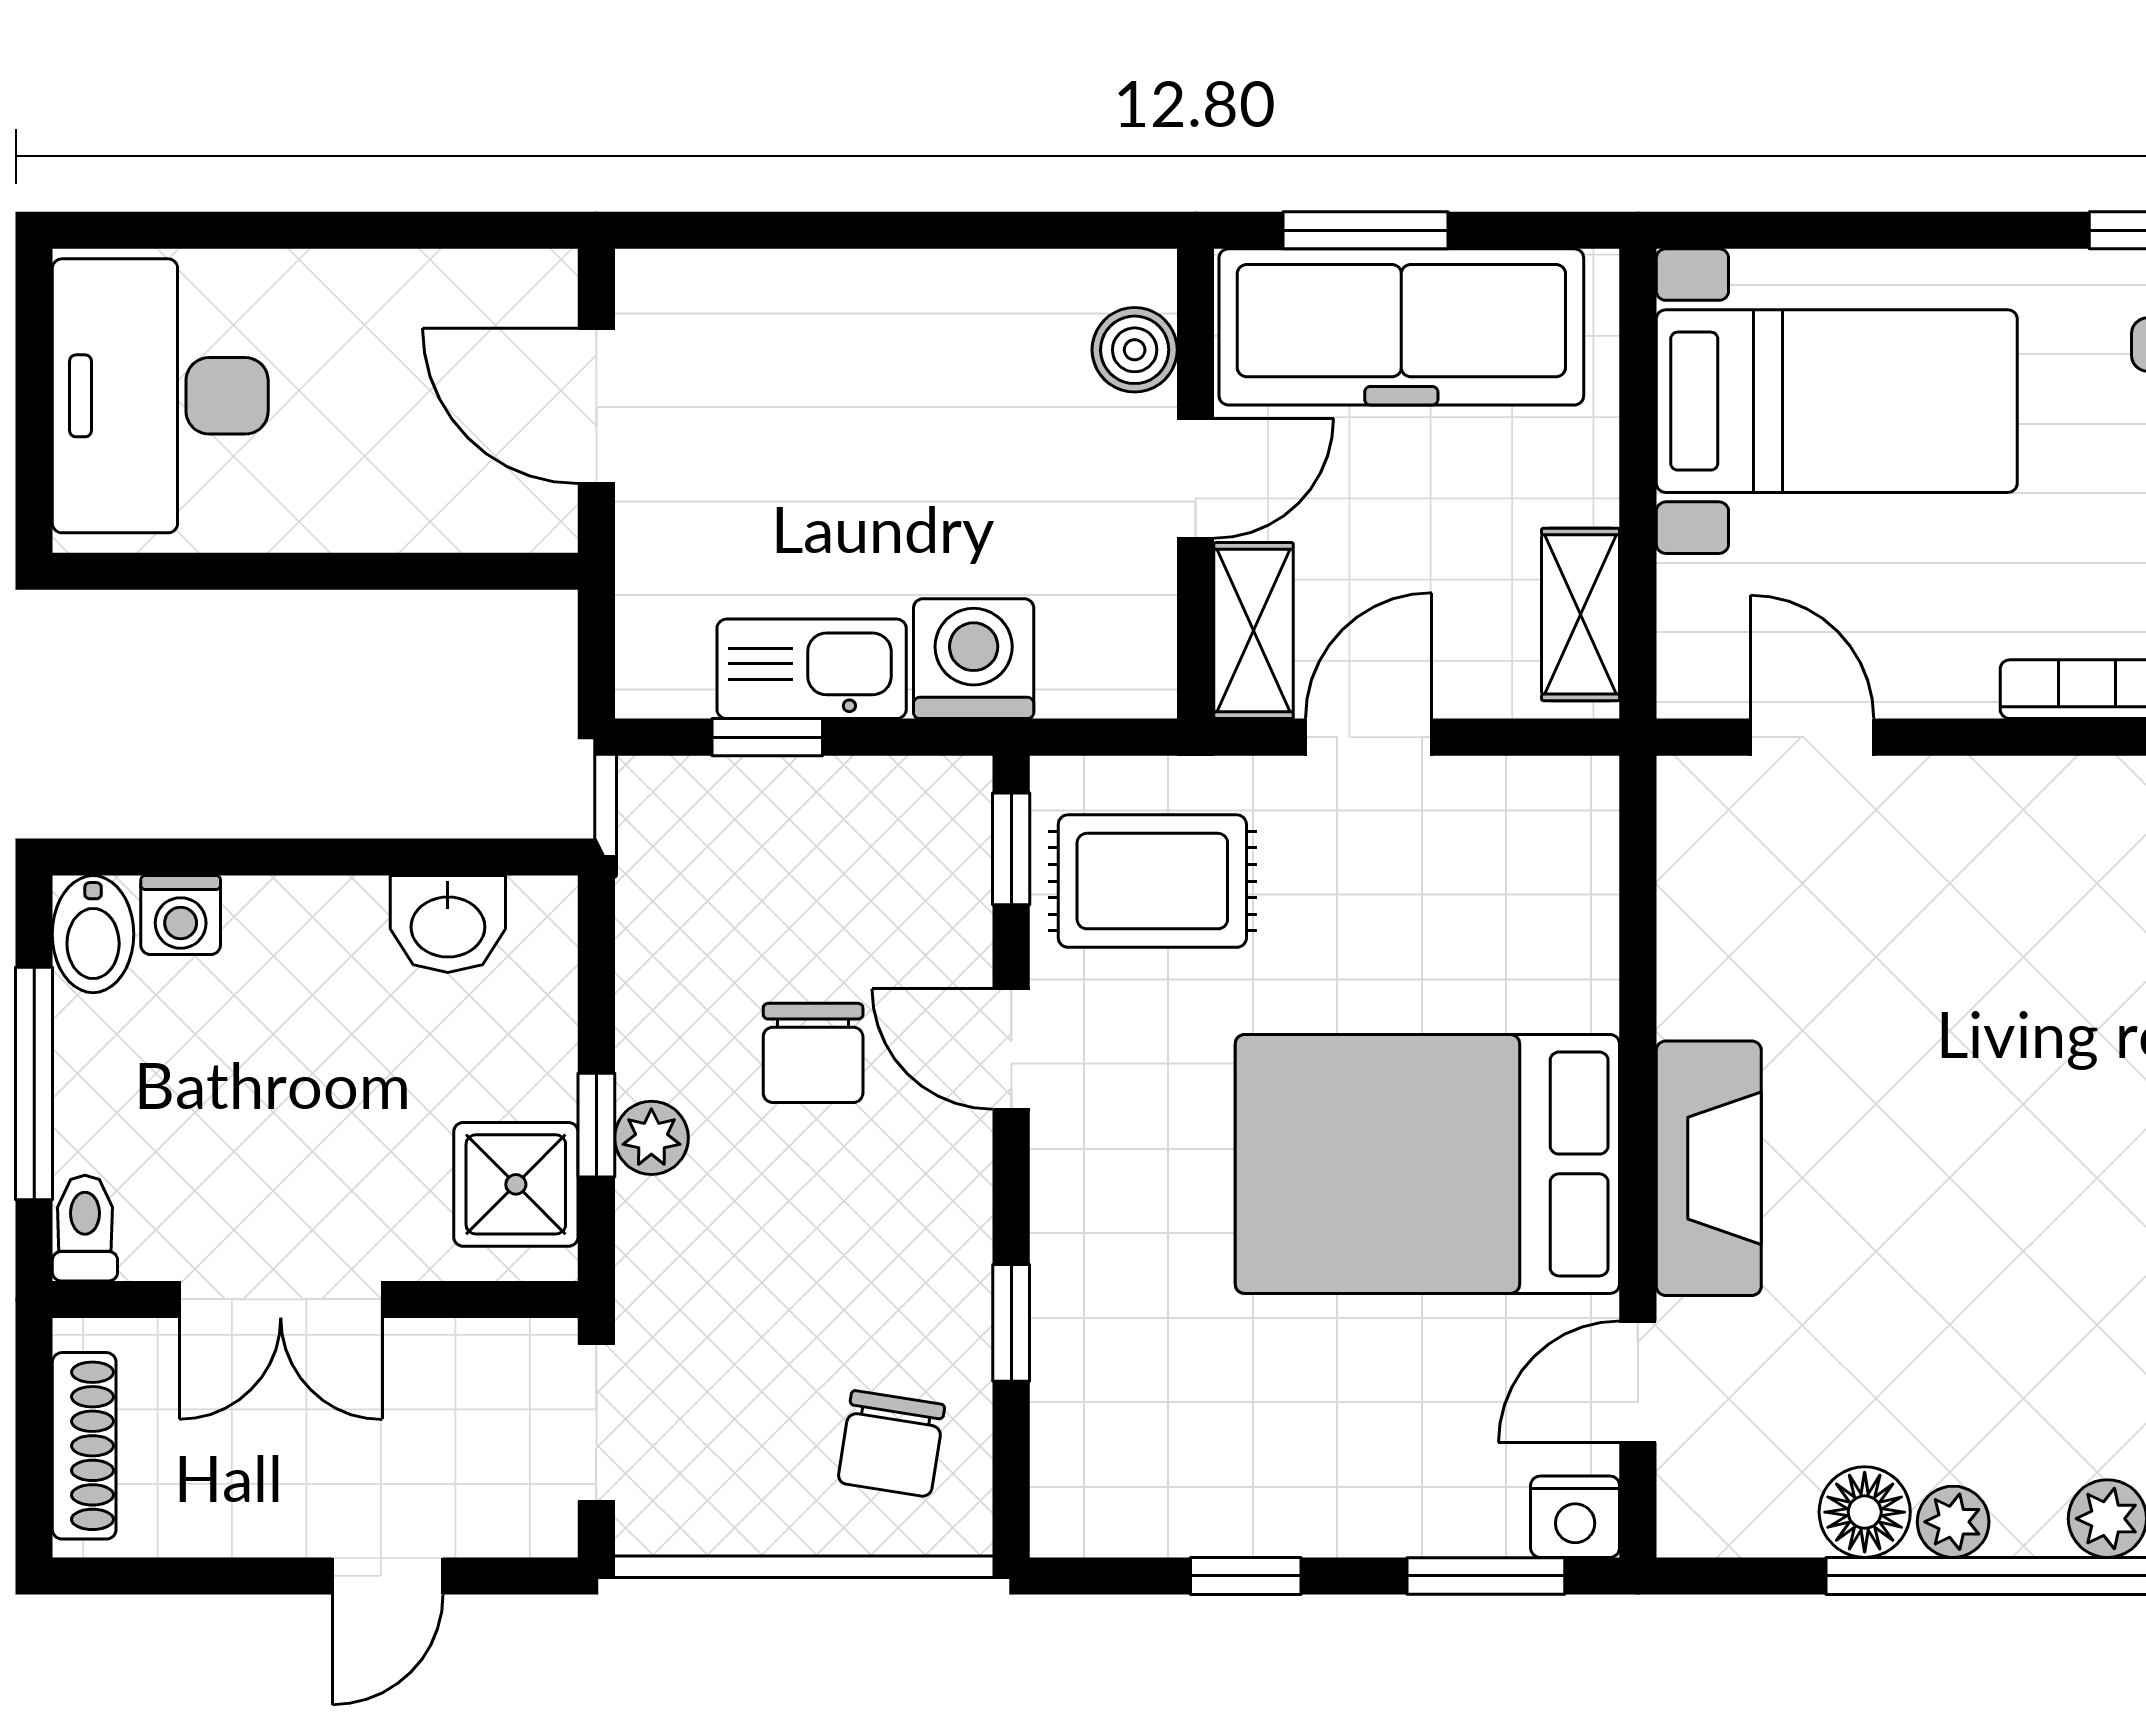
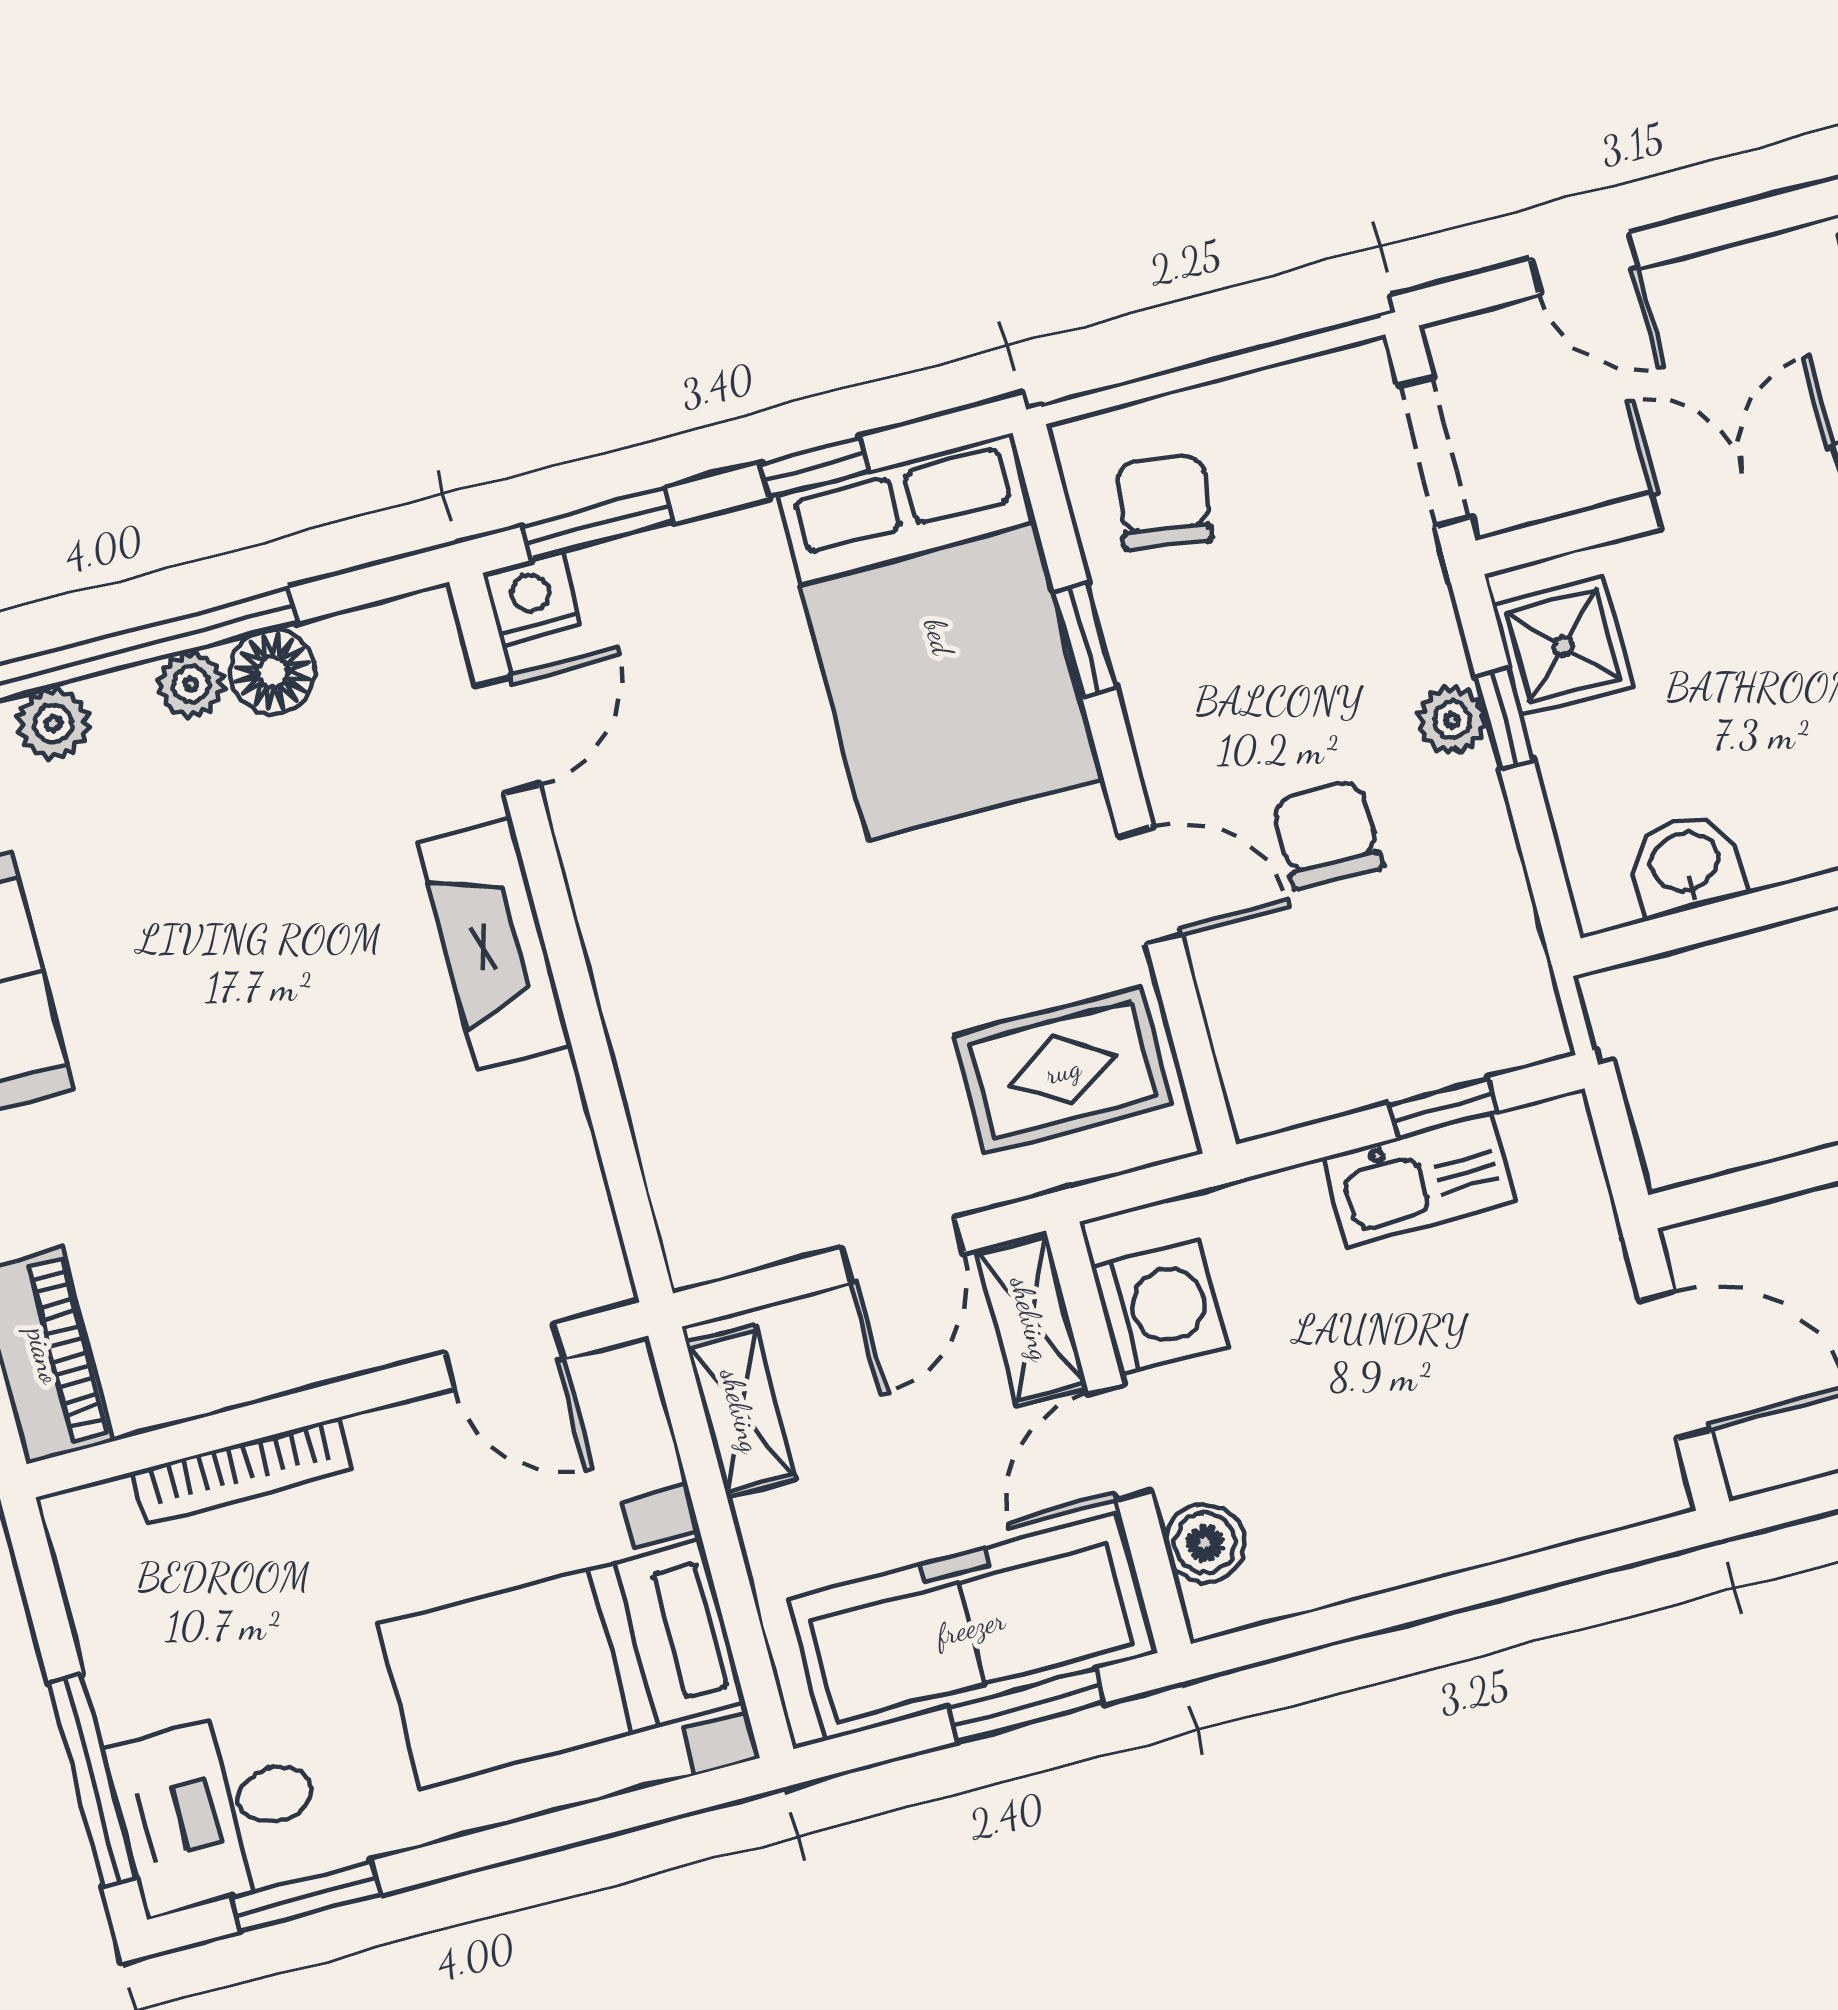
washing machine: (974, 659) -> (1159, 1307), moved, turned -90
window: (1011, 849) -> (1197, 1065), removed
bed: (1427, 1164) -> (939, 637), moved, turned 90
door: (388, 1576) -> (1585, 264), swing flipped

